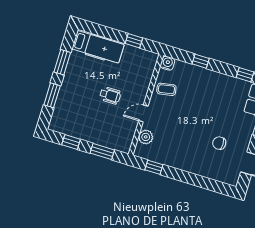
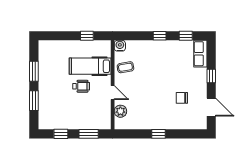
hospital bed: (98, 47) -> (90, 66), moved, turned 180
window: (201, 61) -> (160, 36), moved
door: (143, 113) -> (113, 93), swing flipped
window: (154, 167) -> (159, 134), moved

